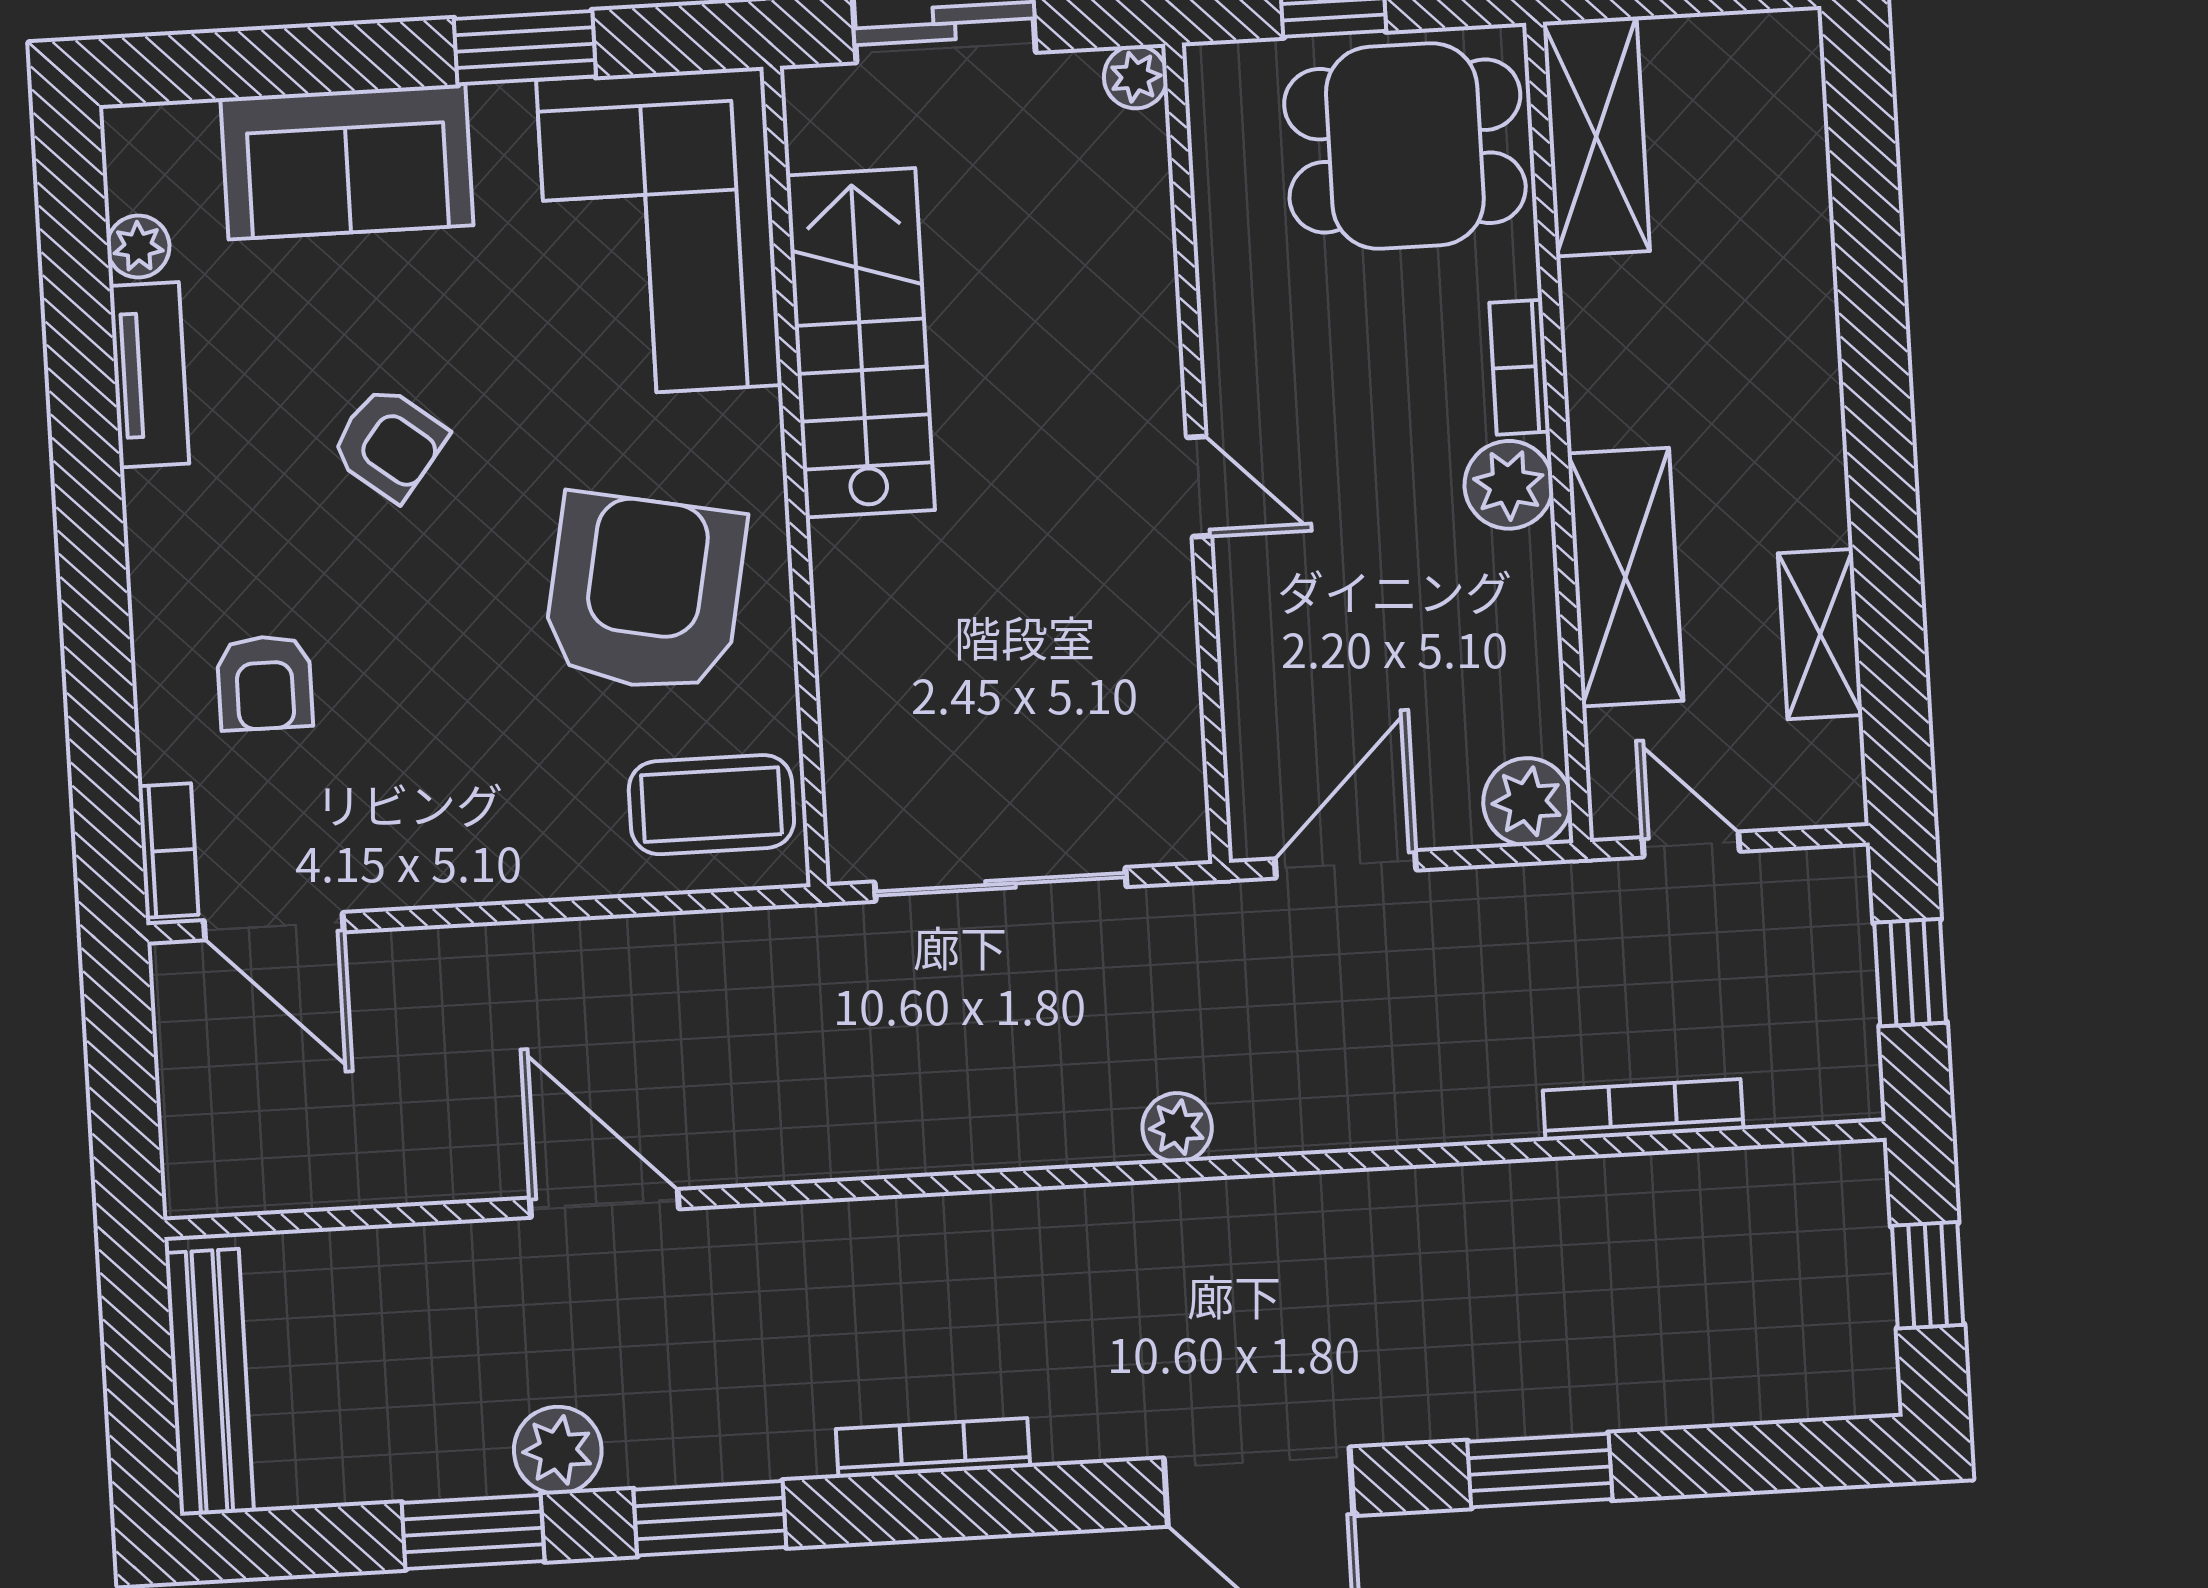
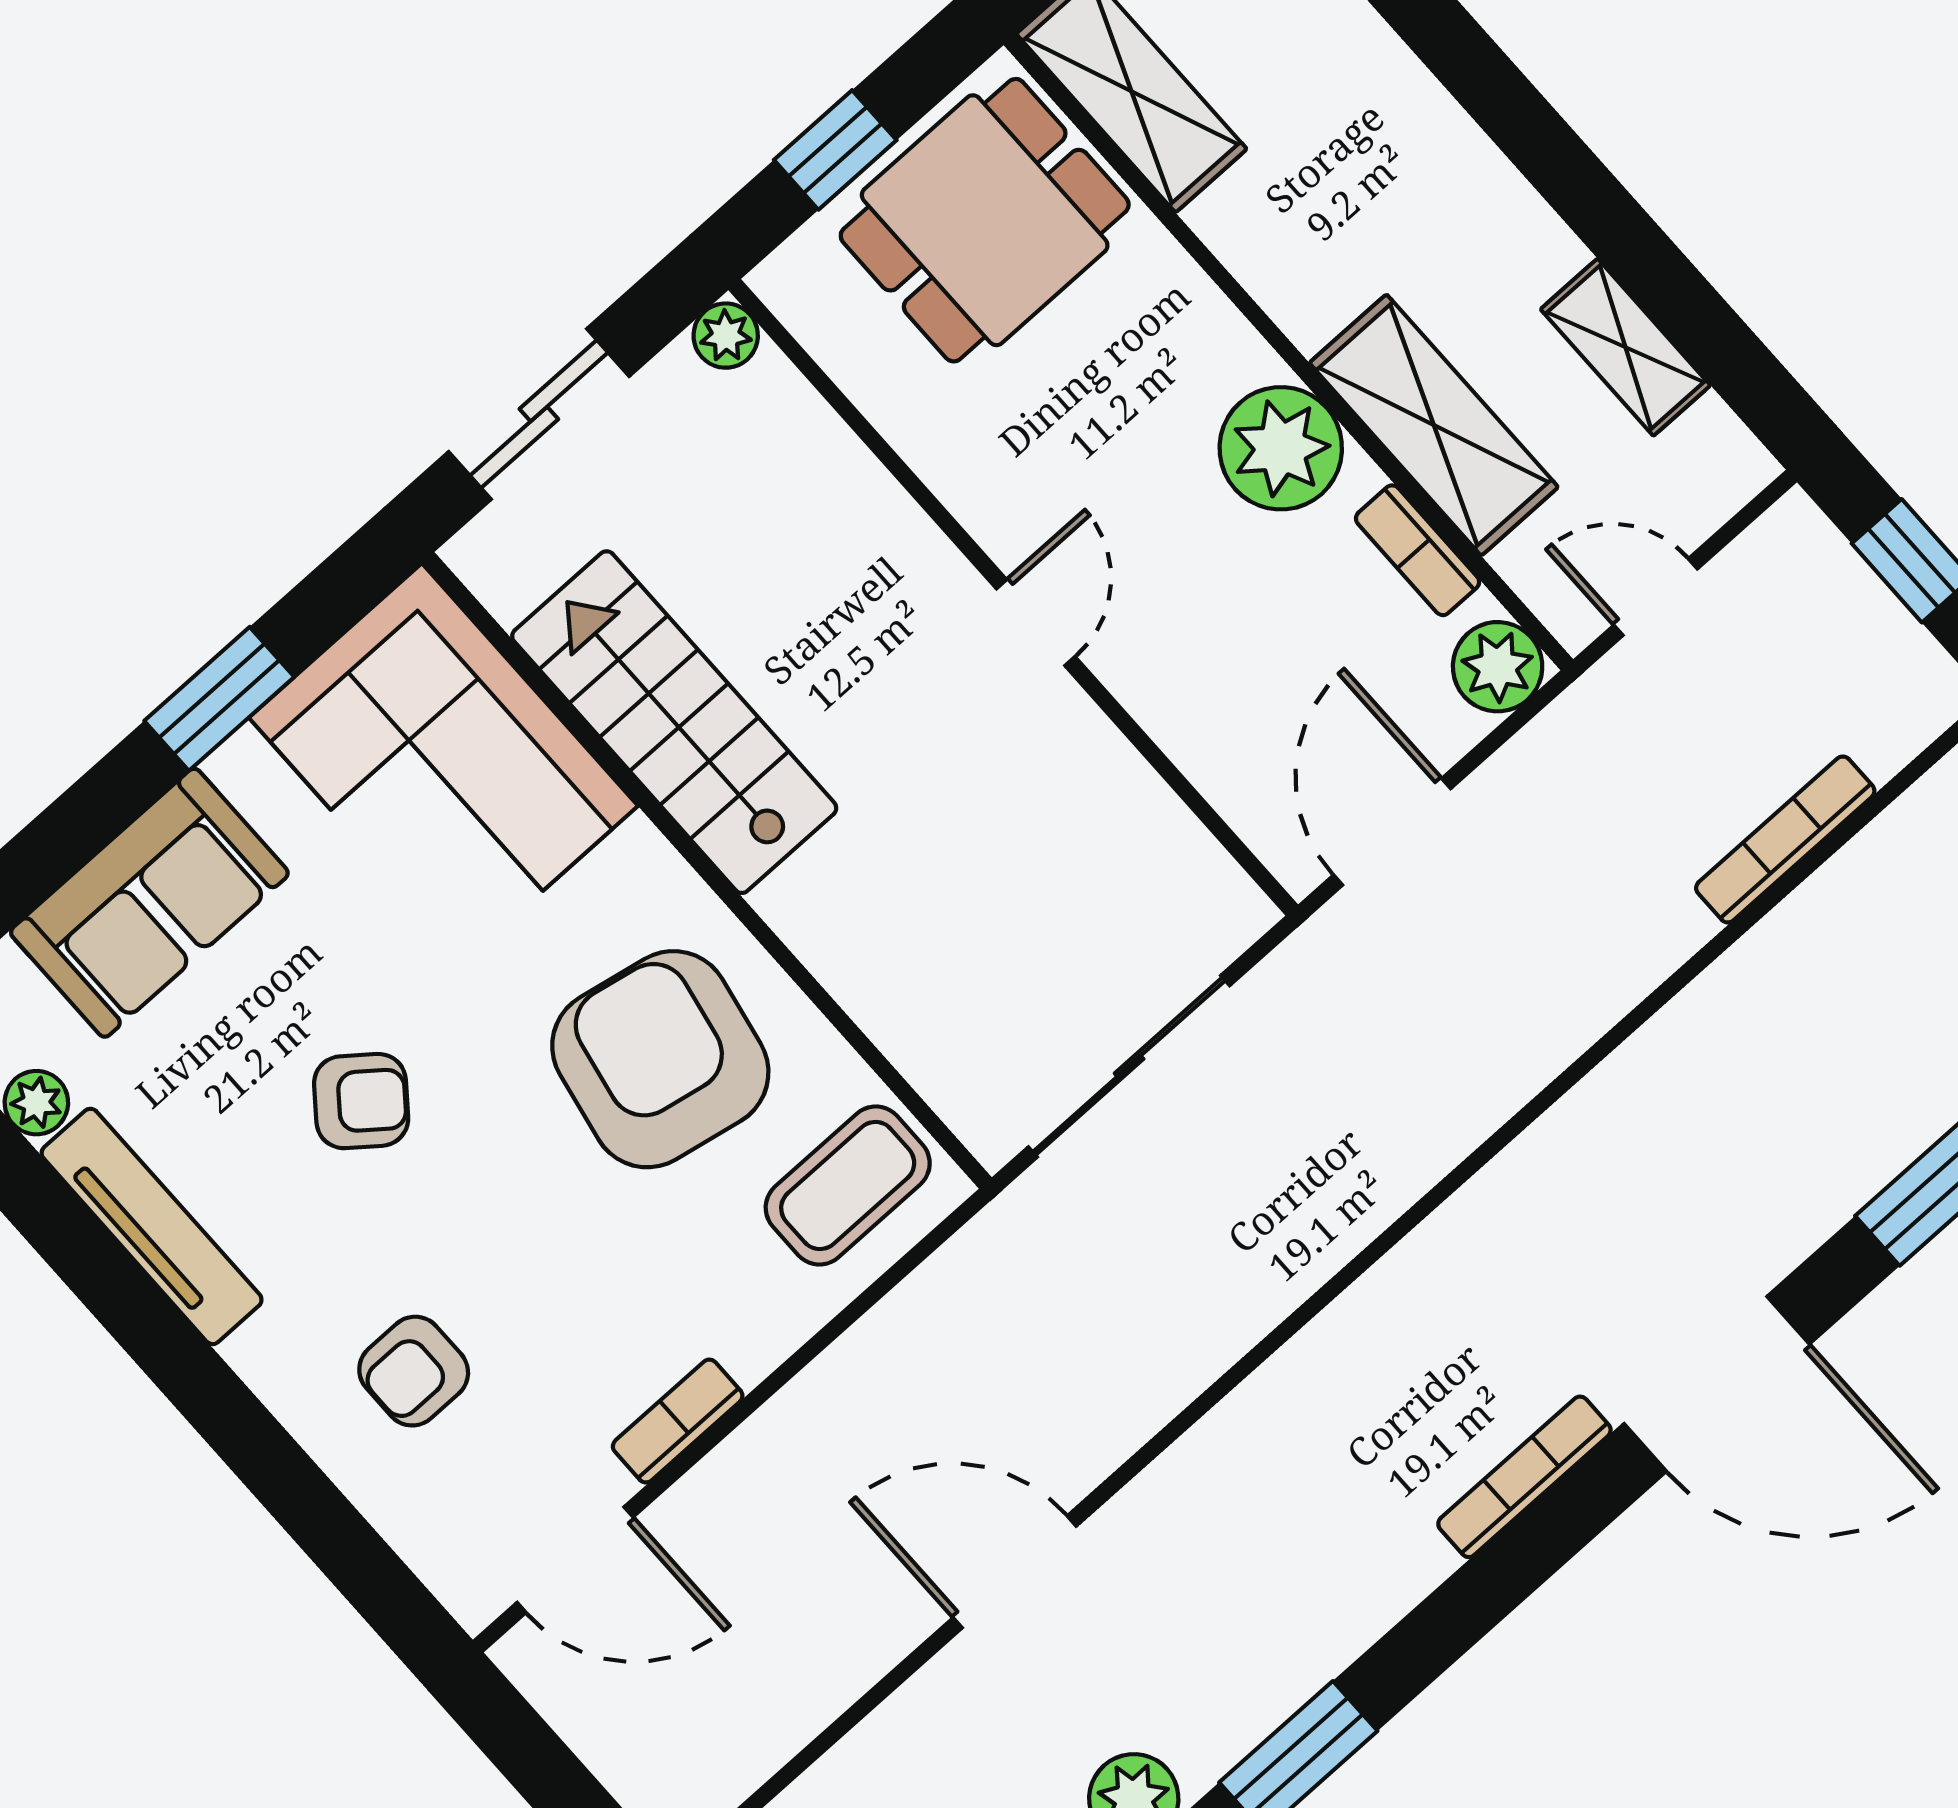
bookcase: (1520, 367) -> (1418, 550), moved
tv unit: (149, 375) -> (152, 1226), width x1.41
plant: (1509, 485) -> (1281, 448), width x1.36, depth x1.36
door: (1199, 486) -> (1036, 623), hinge flipped
armchair: (265, 683) -> (414, 1371), turned 90
bookcase: (168, 850) -> (678, 1421), moved, turned -90
plant: (1177, 1128) -> (1424, 1149), removed
bookcase: (933, 1448) -> (1524, 1477), moved

